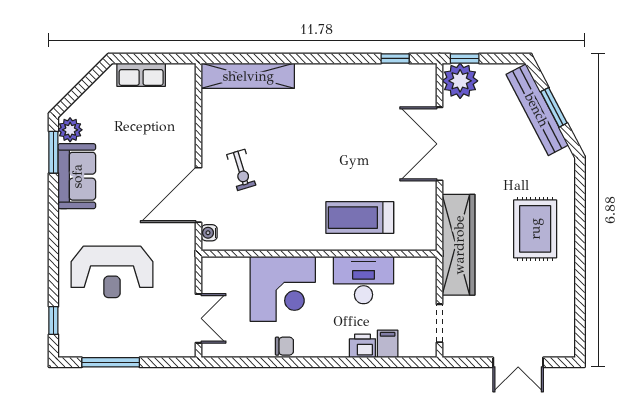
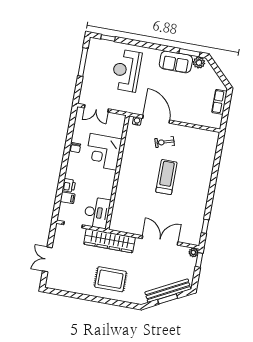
shelving: (248, 76) -> (210, 153), removed
plant: (460, 81) -> (193, 252), width x0.53, depth x0.53
treadmill: (360, 218) -> (166, 177), moved
desk: (364, 280) -> (97, 213), moved

